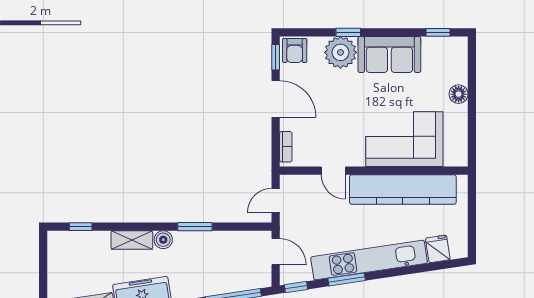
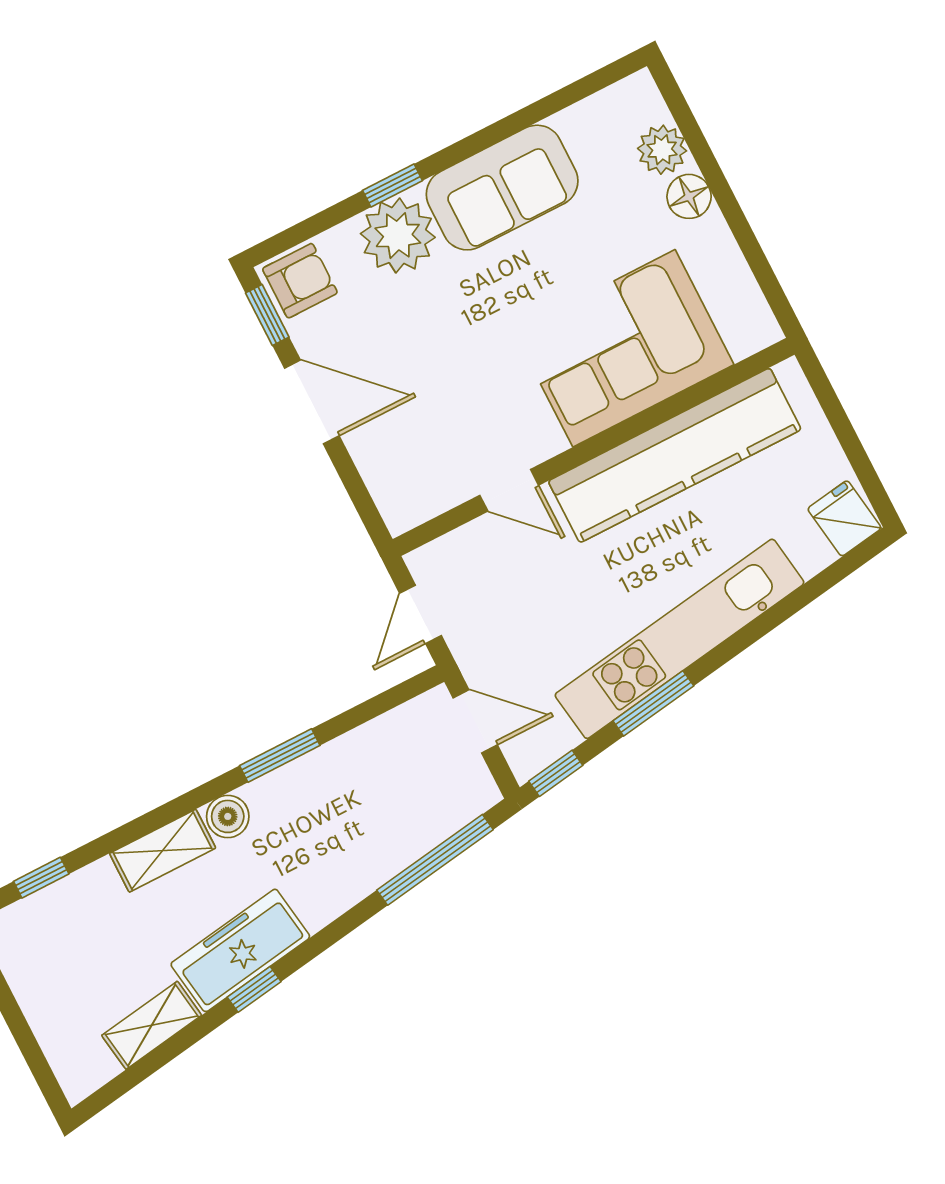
window: (438, 32) -> (580, 89), removed
armchair: (295, 51) -> (300, 281), turned -90
plant: (457, 71) -> (662, 150), added
bookcase: (286, 147) -> (384, 491), removed
fridge: (438, 249) -> (844, 518), moved

